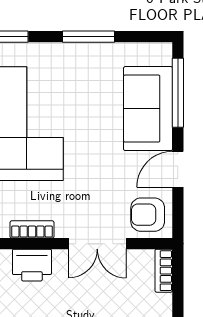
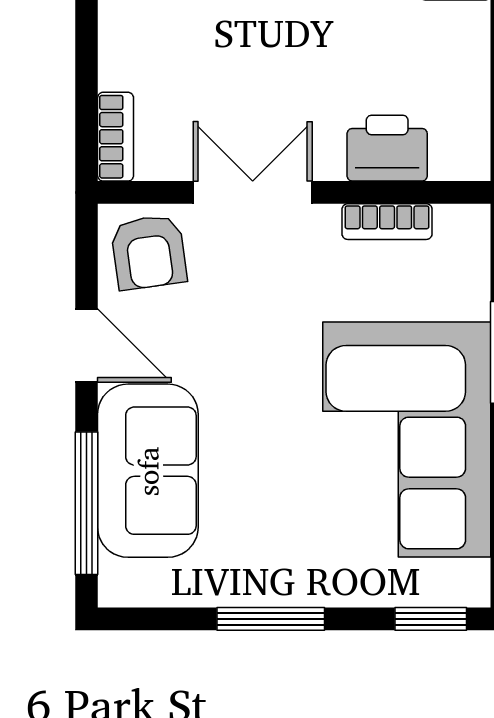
door: (178, 169) -> (87, 346), hinge flipped
armchair: (148, 215) -> (149, 252), turned 82

